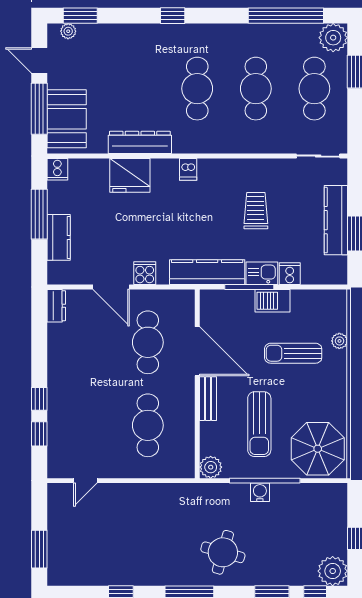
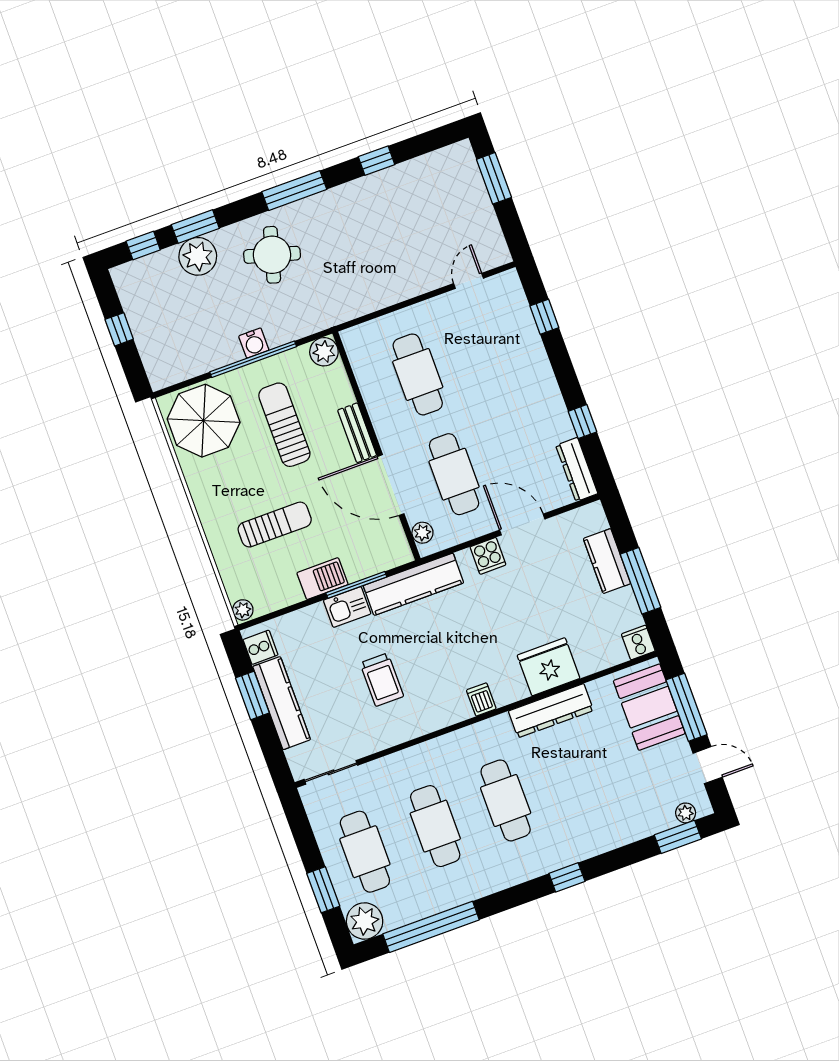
cooker: (290, 274) -> (260, 647), moved, turned -90
dresser: (56, 306) -> (577, 469), width x1.44
plant: (187, 308) -> (422, 533), added
plant: (339, 341) -> (243, 610), moved
window: (39, 399) -> (582, 422), moved
plant: (333, 571) -> (198, 256), moved

